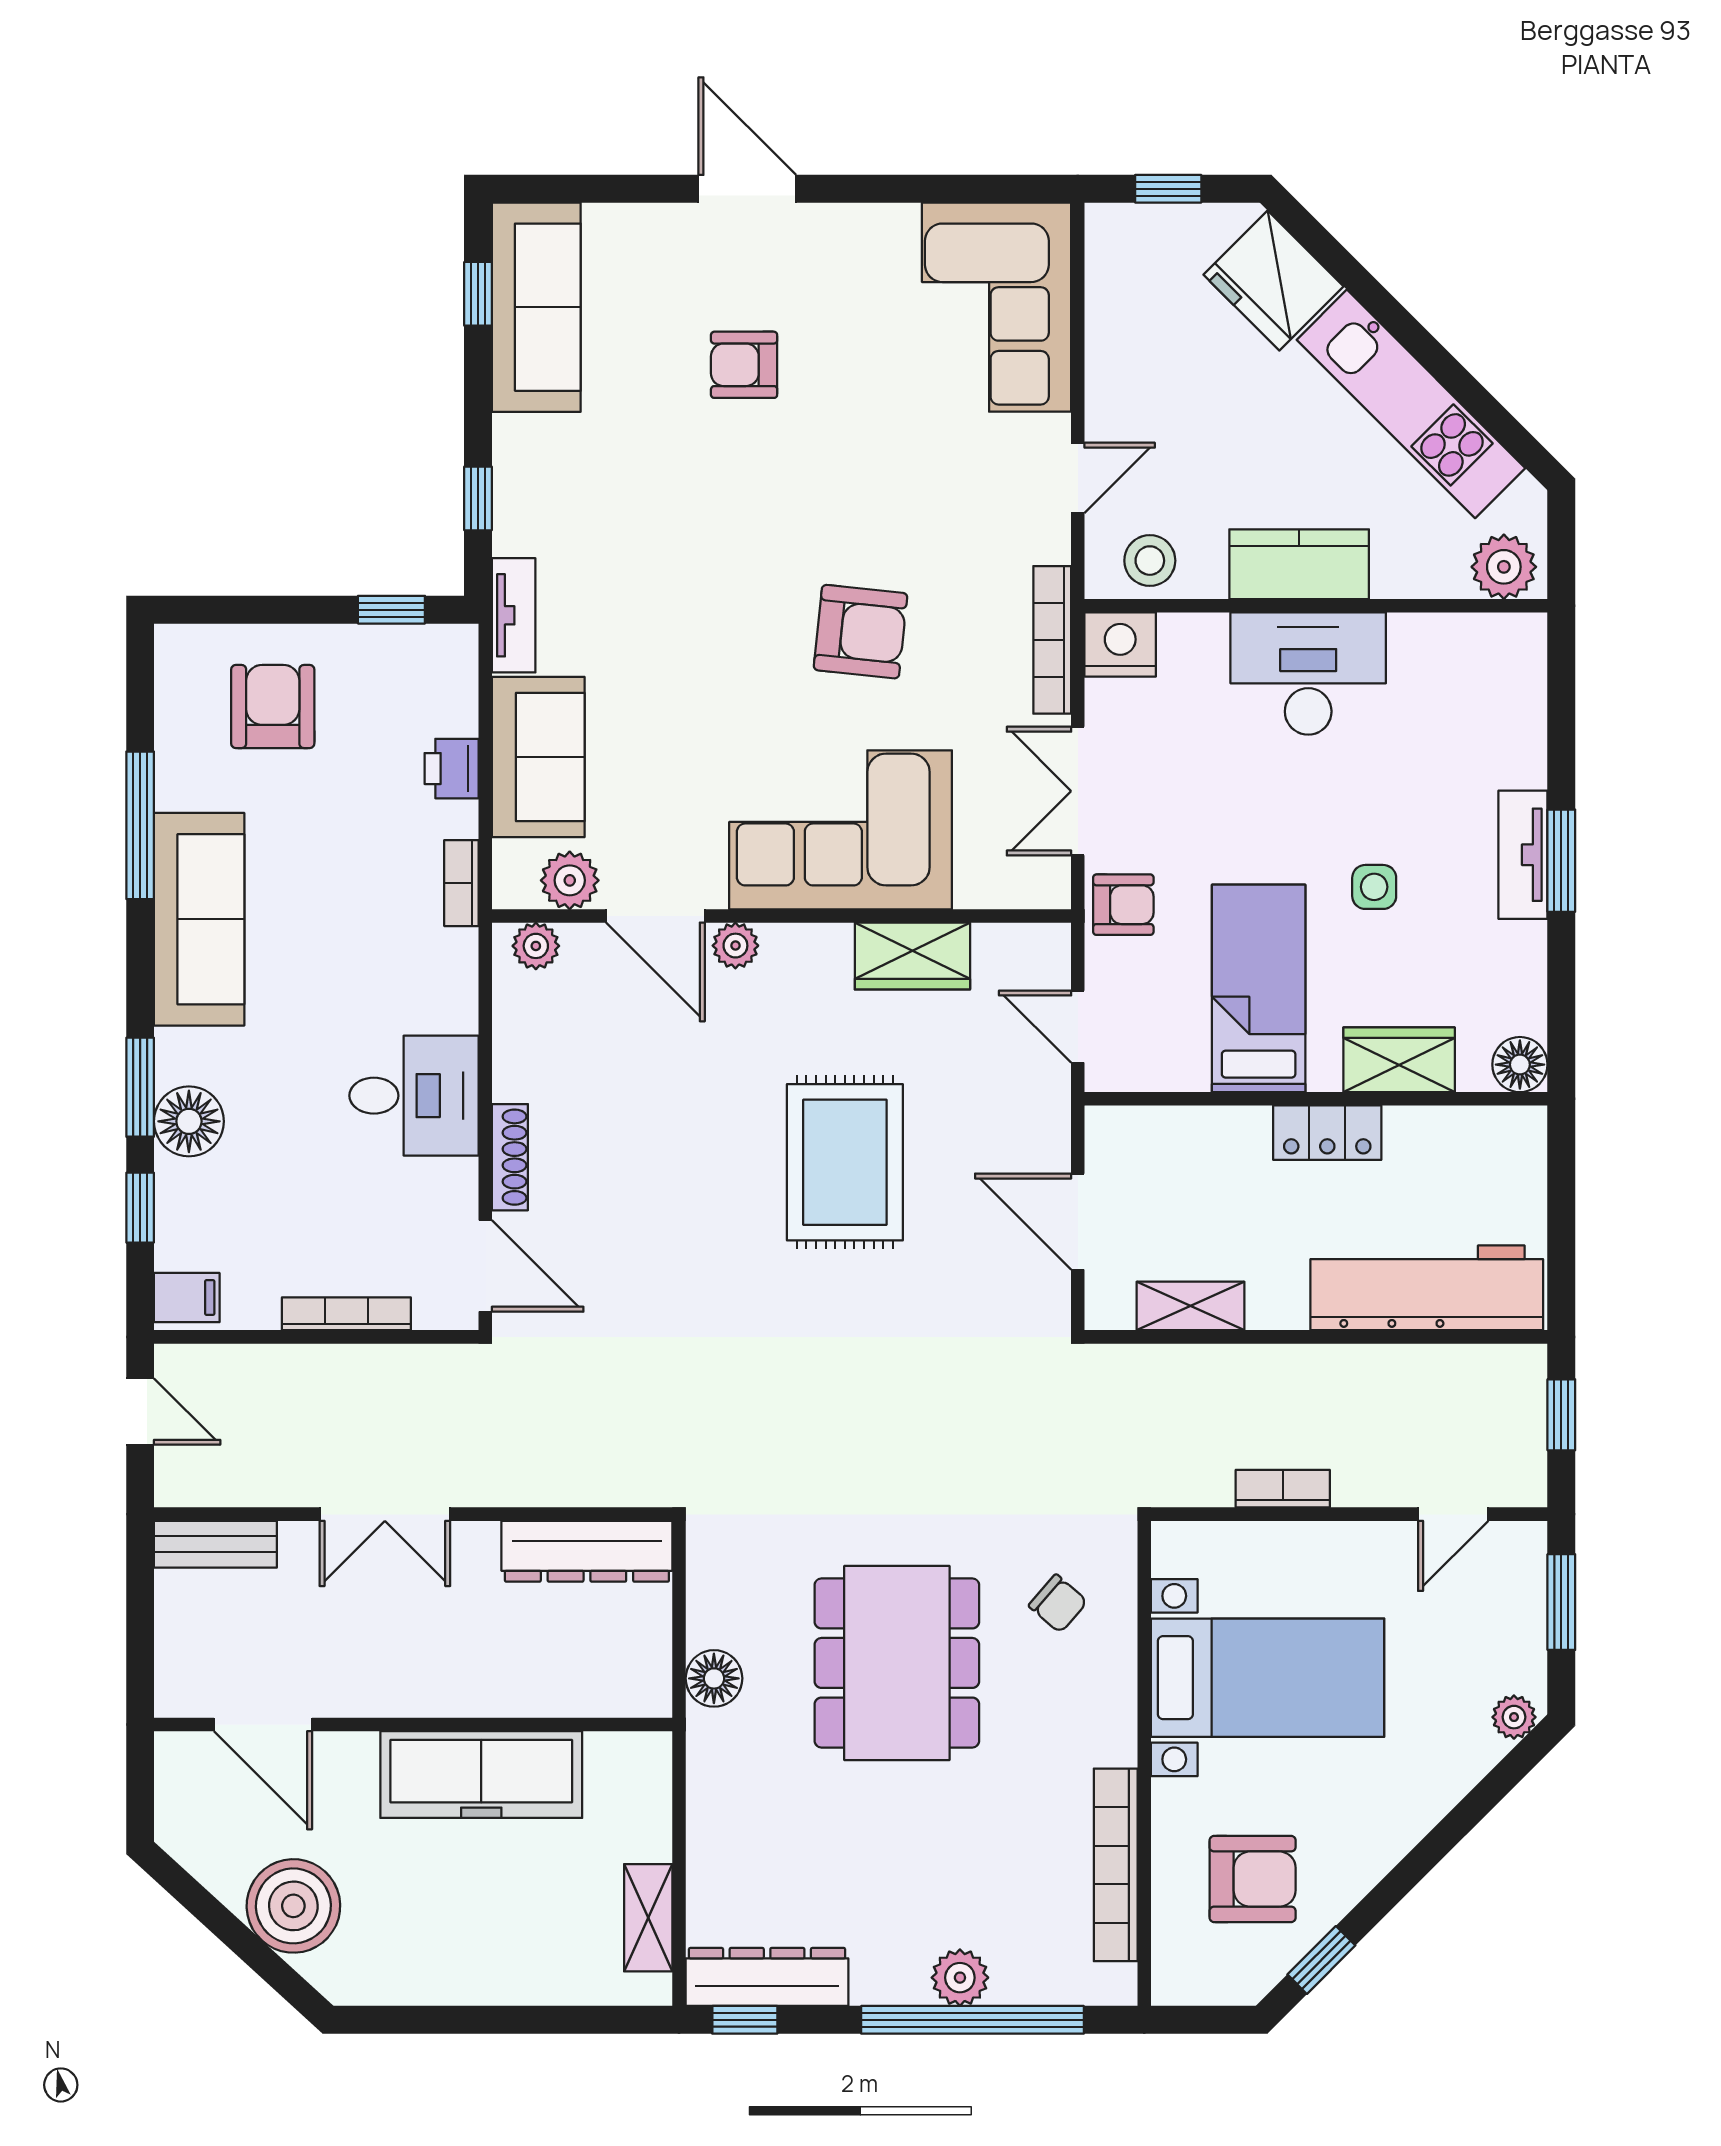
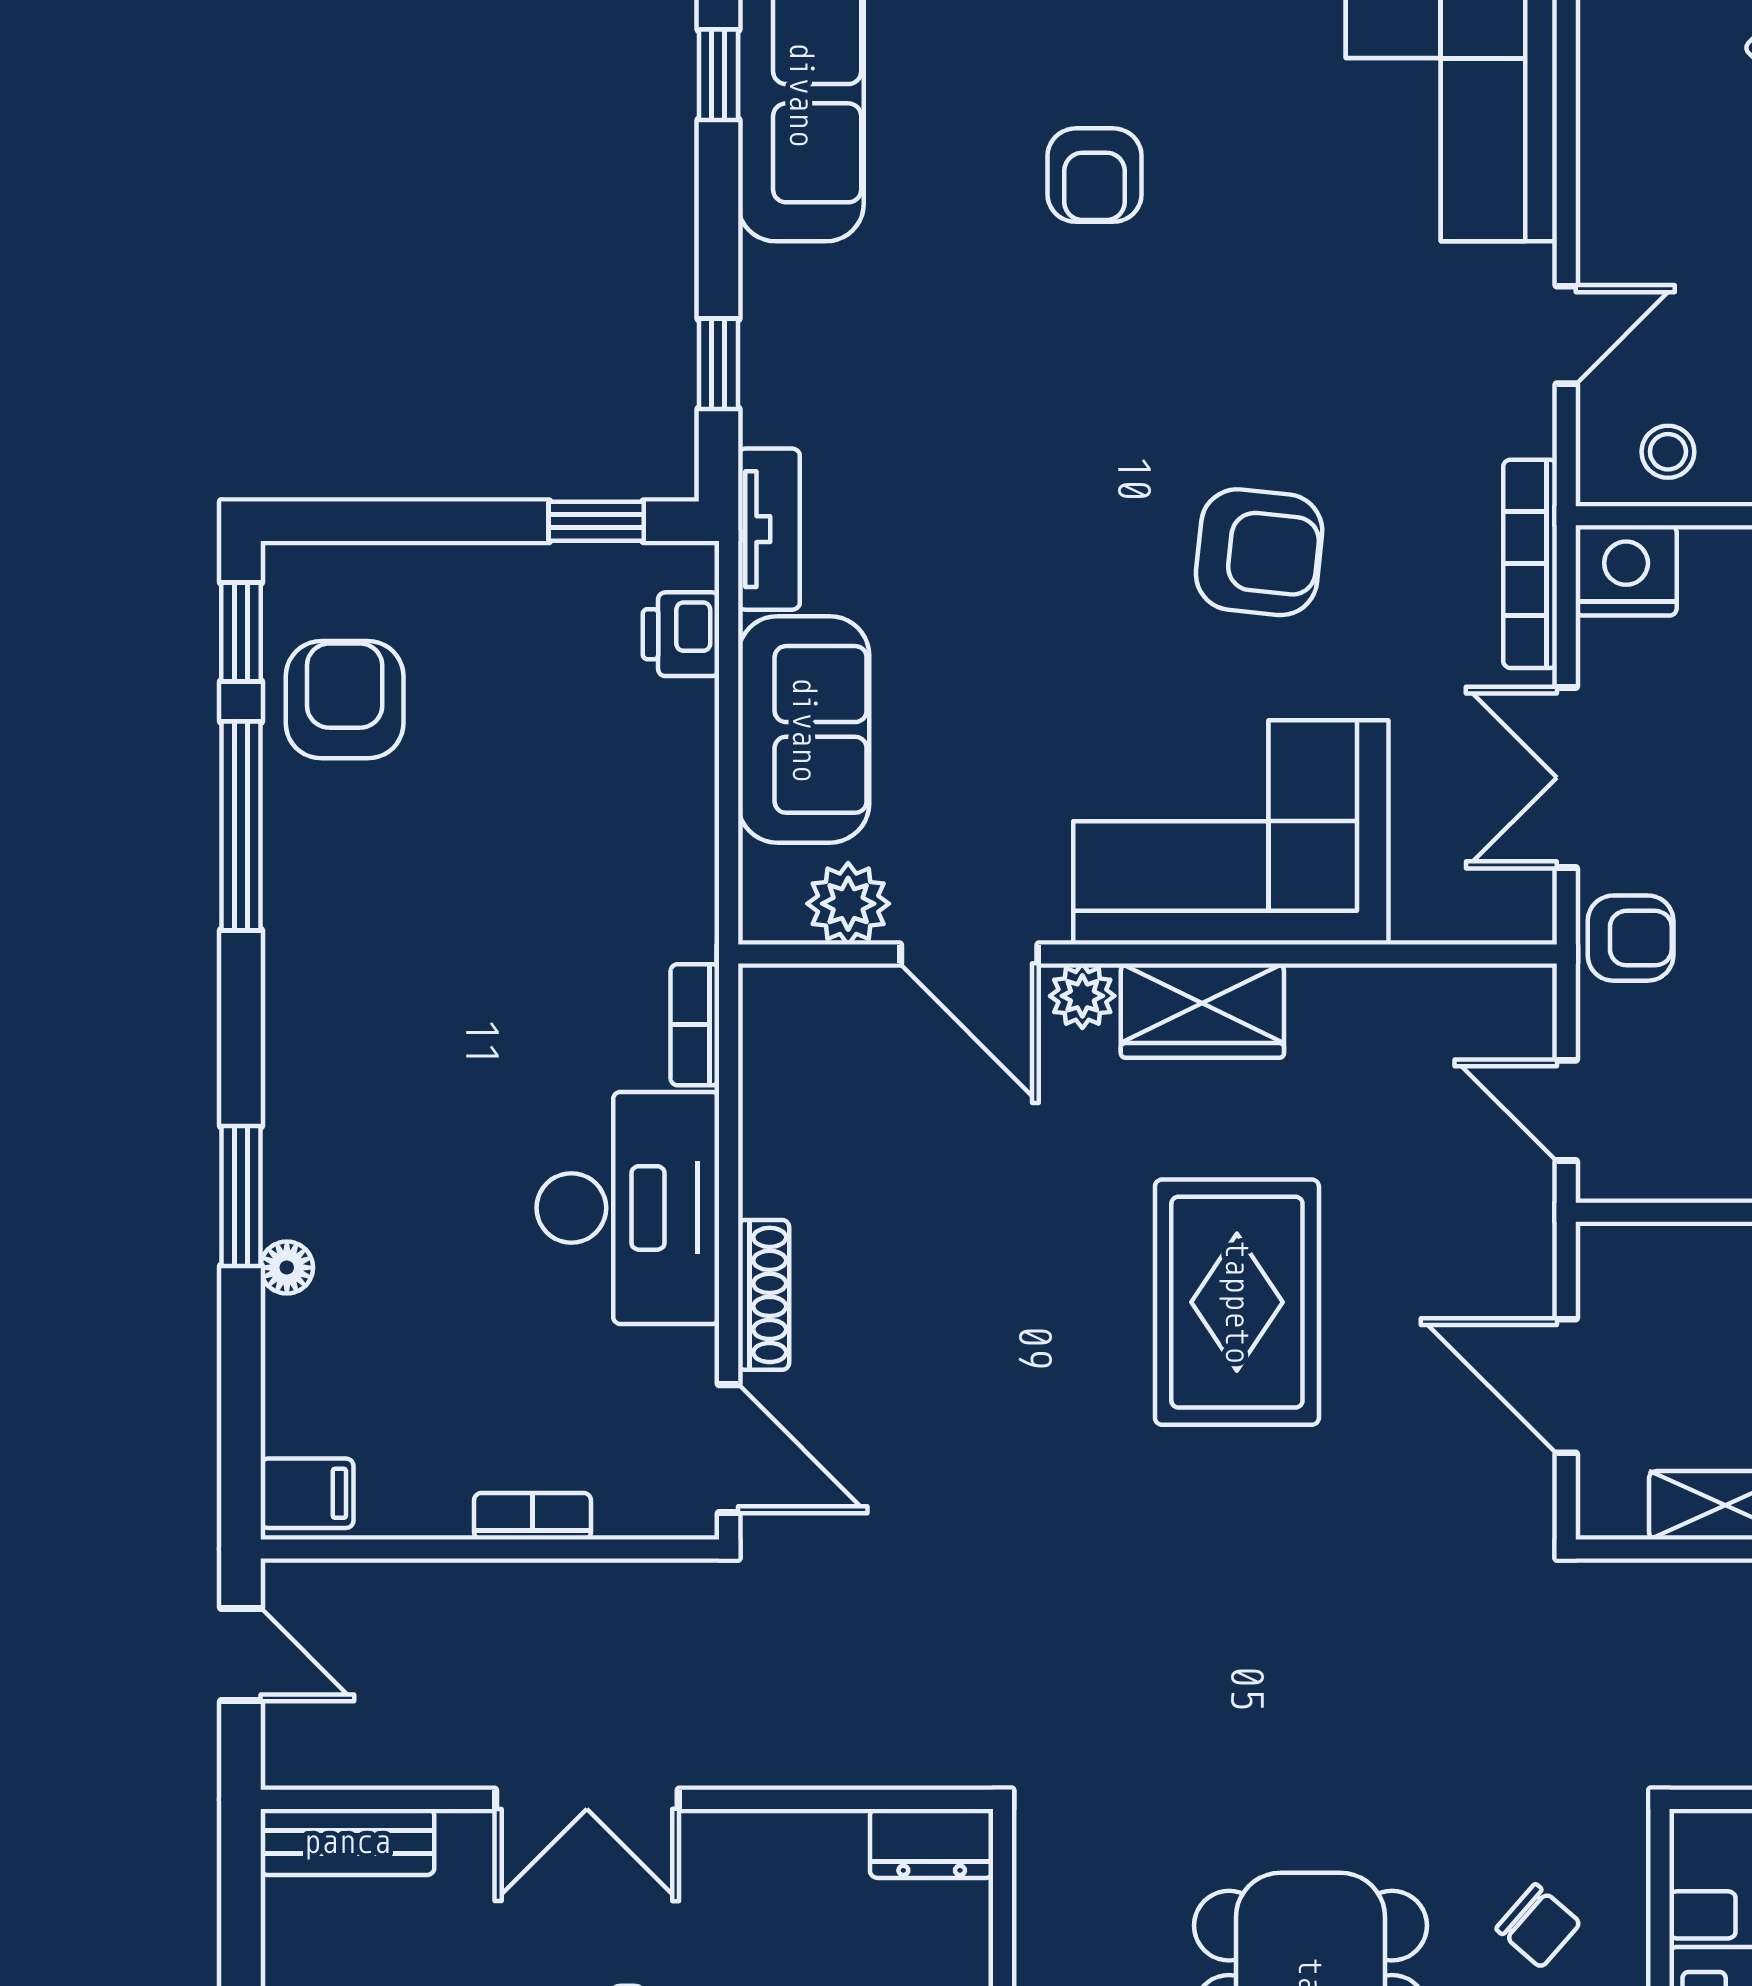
armchair: (744, 365) -> (1094, 175), turned -90
stool: (1150, 561) -> (1668, 452), width x0.73, depth x0.73
armchair: (273, 707) -> (345, 700), moved
printer: (452, 769) -> (681, 634), moved
bookcase: (461, 883) -> (695, 1025), moved
sofa: (199, 919) -> (324, 959), removed
plant: (536, 946) -> (800, 996), removed
wardrobe: (912, 956) -> (1202, 1011), moved
desk: (414, 1096) -> (628, 1208), width x1.37
floor lamp: (189, 1121) -> (287, 1268), width x0.53, depth x0.53
window: (140, 1208) -> (241, 632), moved
bookcase: (346, 1314) -> (532, 1516), width x0.64
dresser: (587, 1551) -> (932, 1843), width x0.51, depth x0.80

